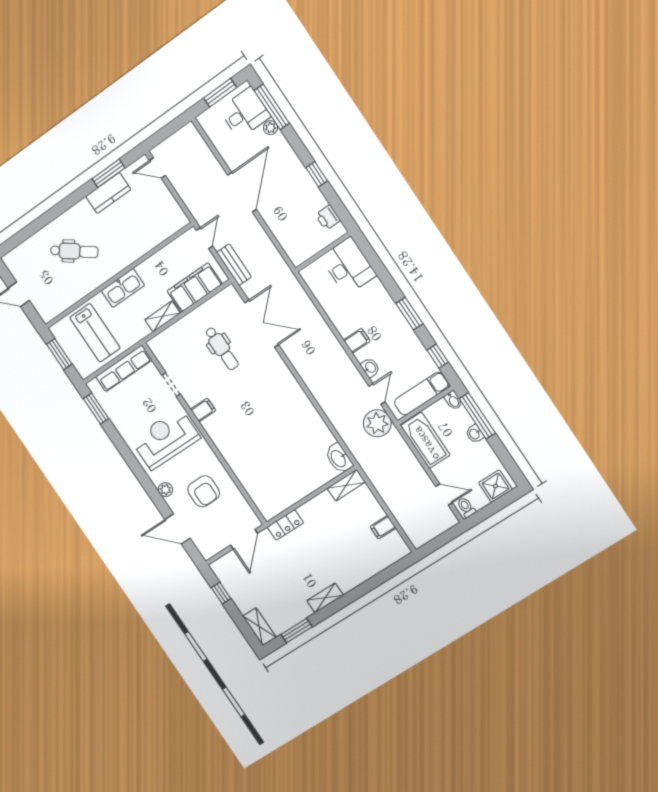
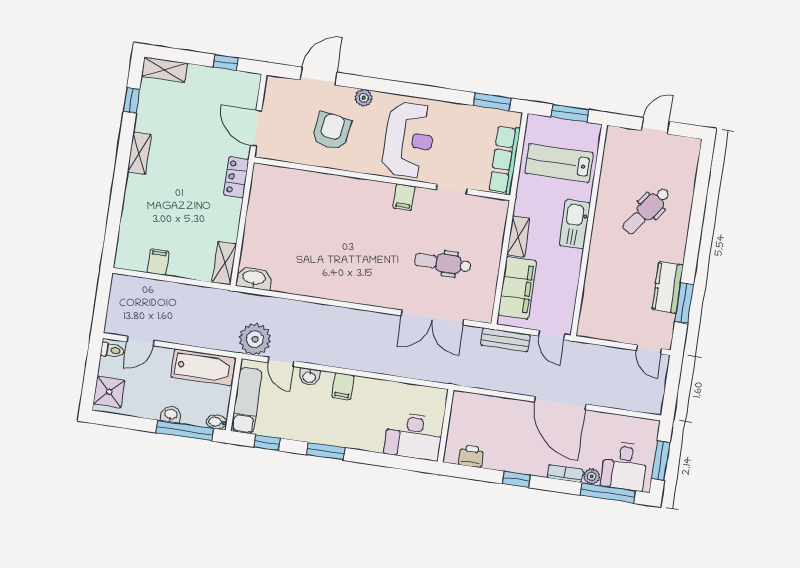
bookcase: (284, 147) -> (565, 473), added
door: (157, 168) -> (649, 349), swing flipped
armchair: (204, 491) -> (331, 131), turned 98
window: (297, 631) -> (132, 100), width x0.67

